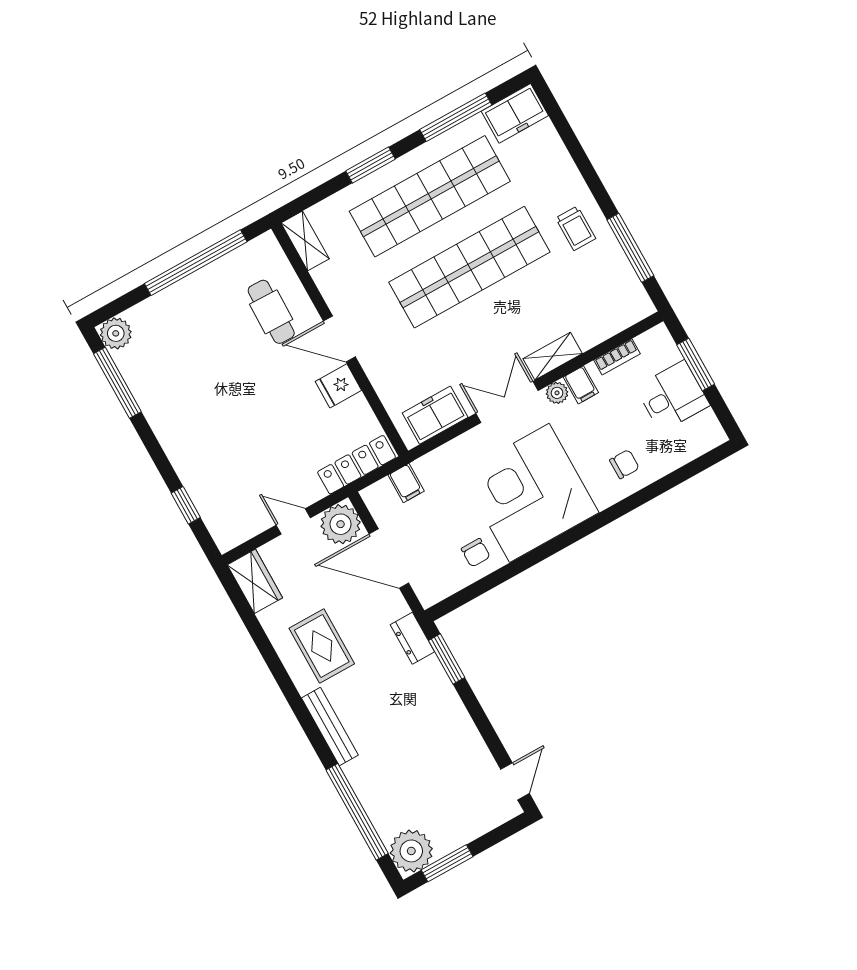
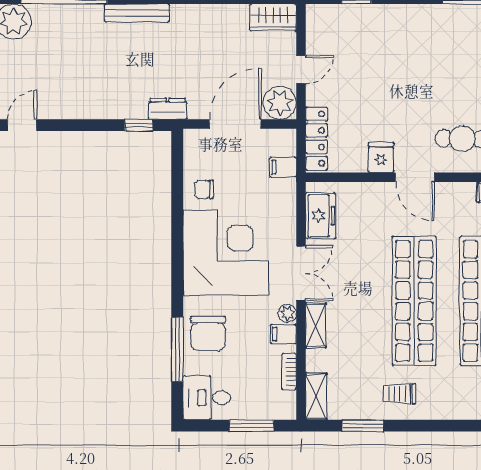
window: (630, 248) -> (363, 426), width x0.69
shelving: (627, 314) -> (316, 396), added
door: (339, 339) -> (415, 177), swing flipped
desk: (672, 396) -> (207, 398), moved, turned 90
chair: (624, 464) -> (208, 333), width x1.87, depth x1.87
window: (659, 487) -> (177, 349), added
rug: (322, 646) -> (199, 40), removed
window: (447, 659) -> (139, 125), width x0.67
door: (515, 781) -> (22, 125), swing flipped

